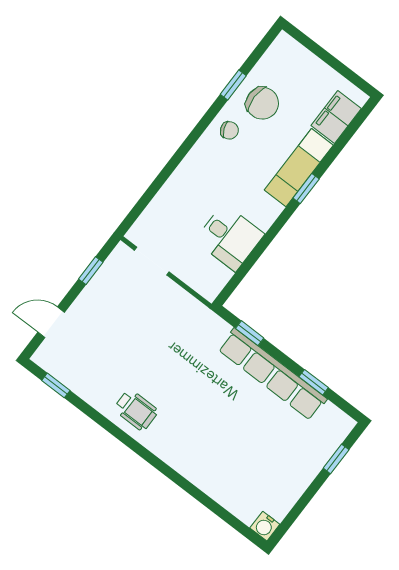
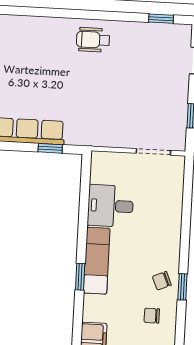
window: (233, 85) -> (182, 287), moved
chair: (262, 103) -> (152, 316), width x0.54, depth x0.54
exam couch: (299, 168) -> (97, 261), moved

